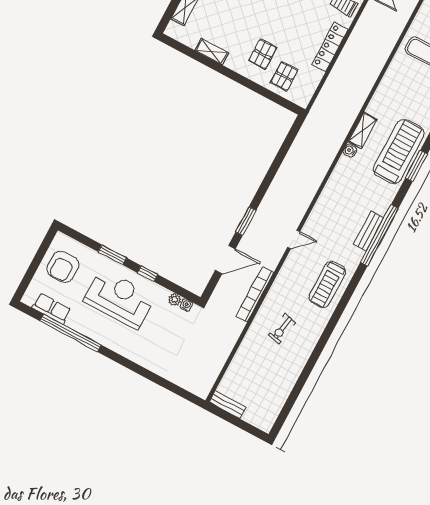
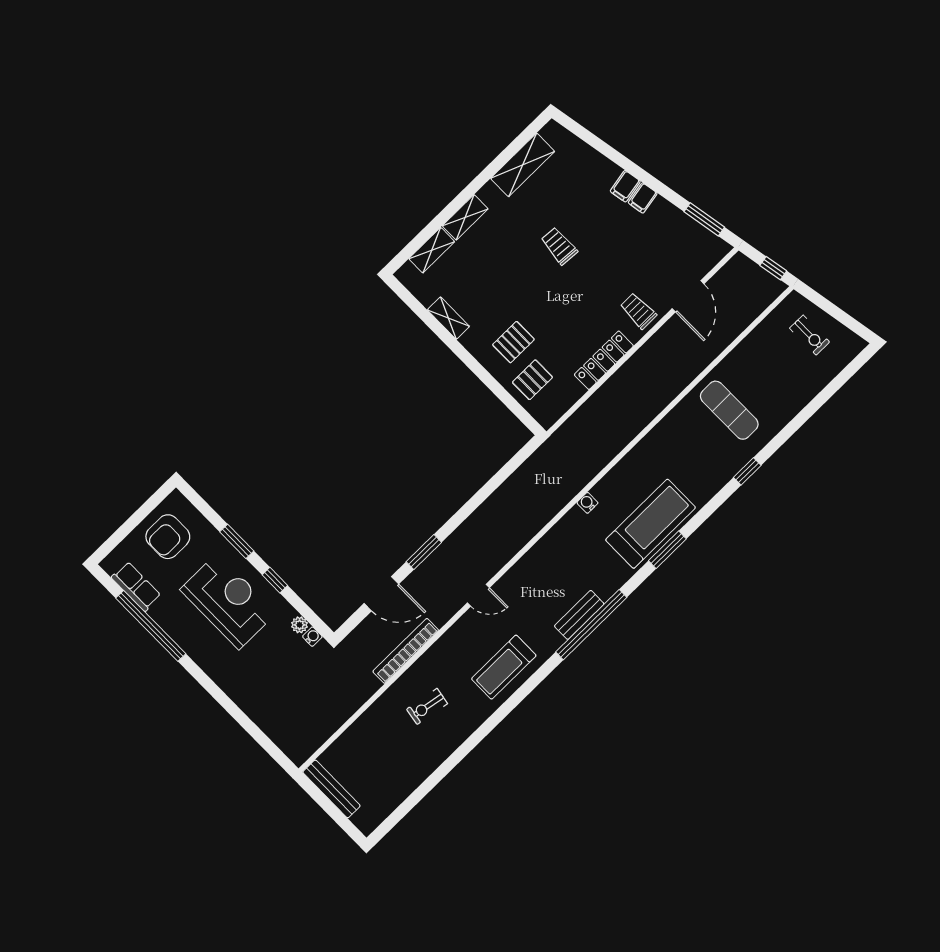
shelving: (363, 130) -> (612, 482), removed
bench: (228, 405) -> (331, 789), width x1.36

